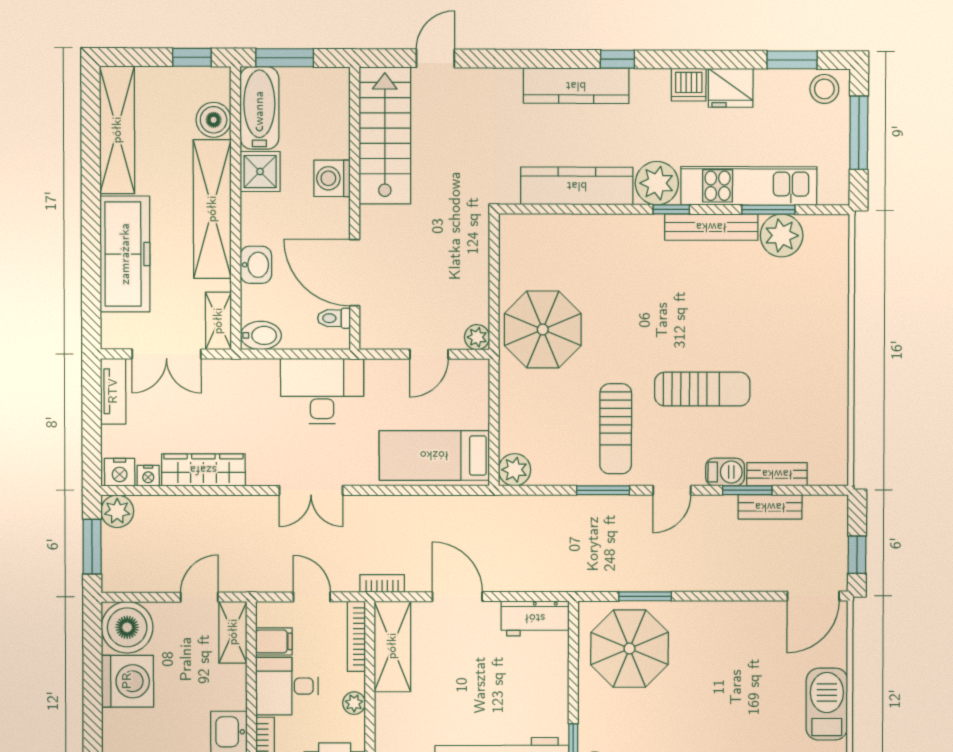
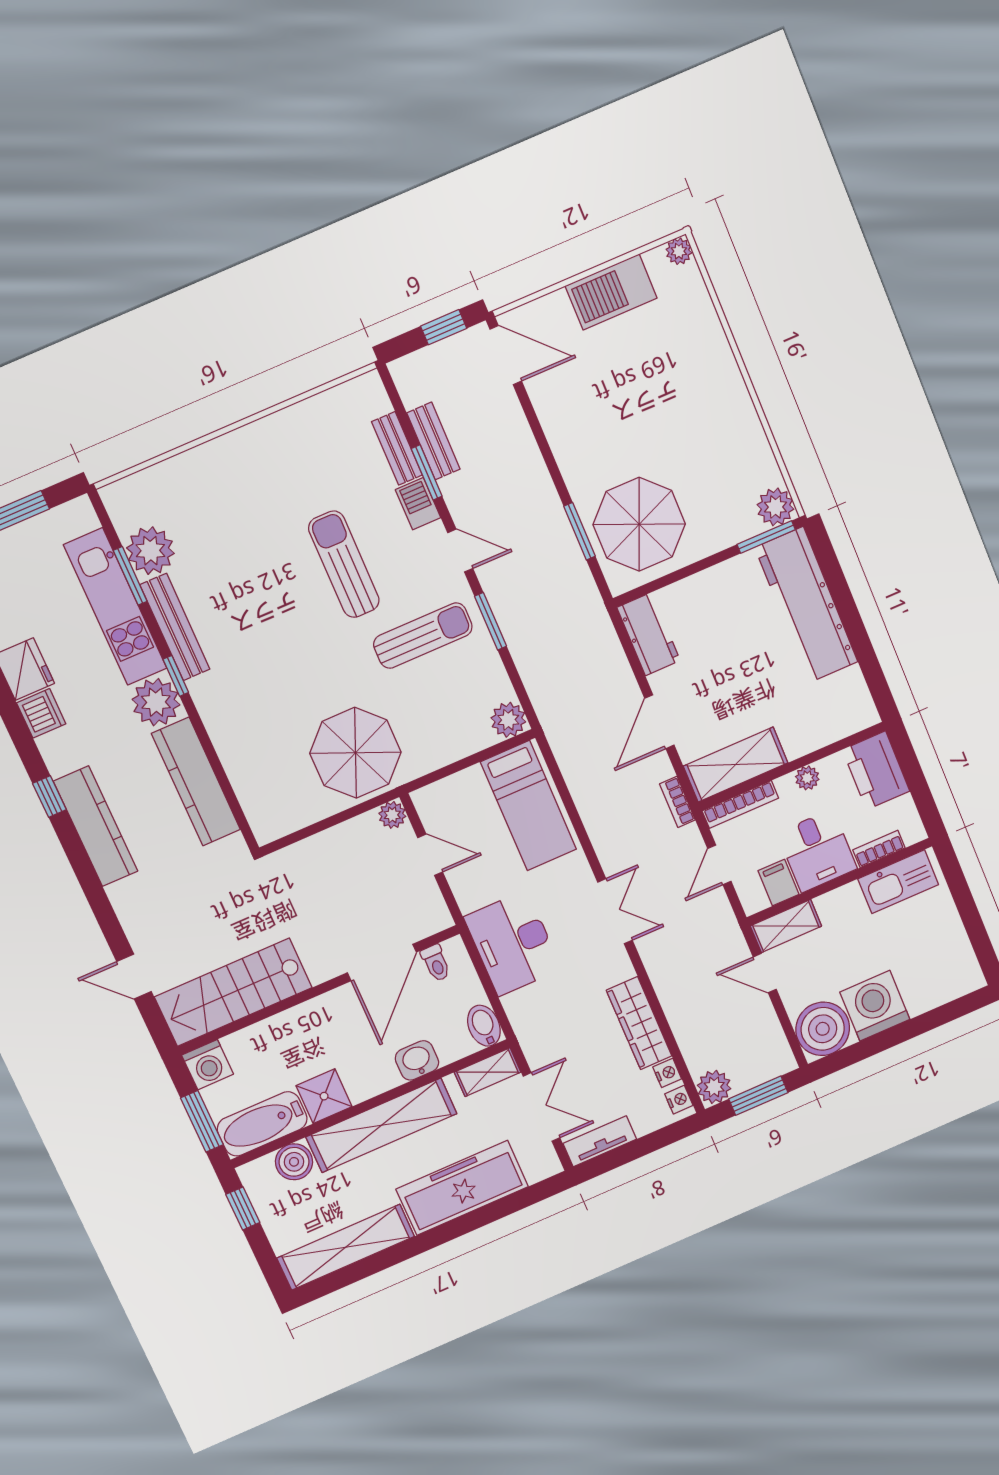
washing machine: (332, 178) -> (208, 1065), moved
nightstand: (120, 472) -> (679, 1100), width x0.72, depth x0.74

